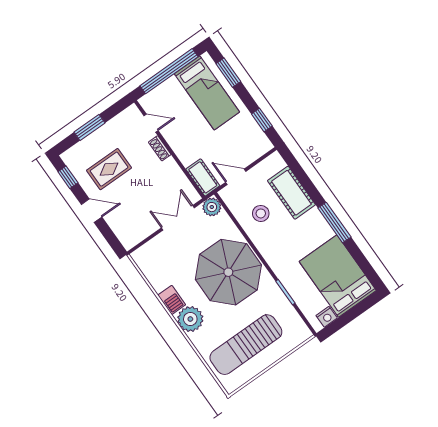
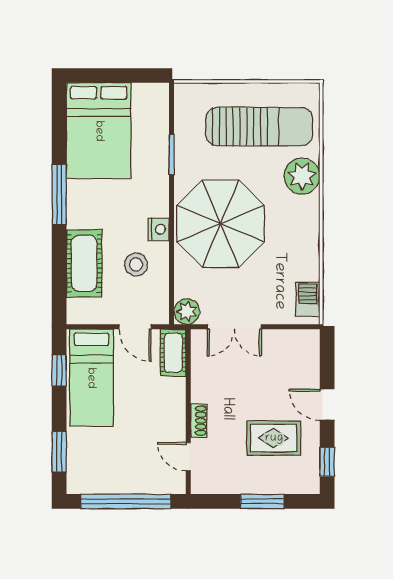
bed: (207, 93) -> (91, 378), moved, turned 180
barbecue: (172, 300) -> (308, 299), moved
nightstand: (327, 317) -> (159, 229), moved, turned 90
plant: (190, 319) -> (302, 176), moved

